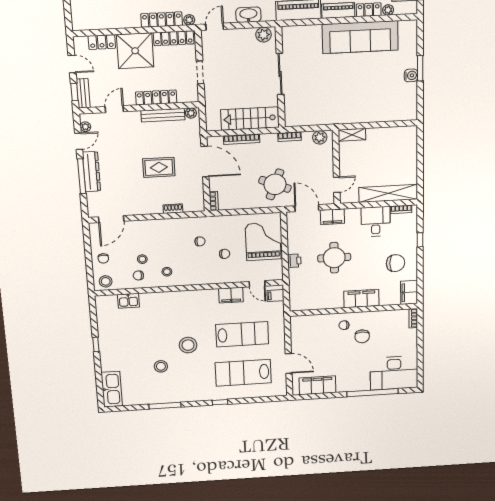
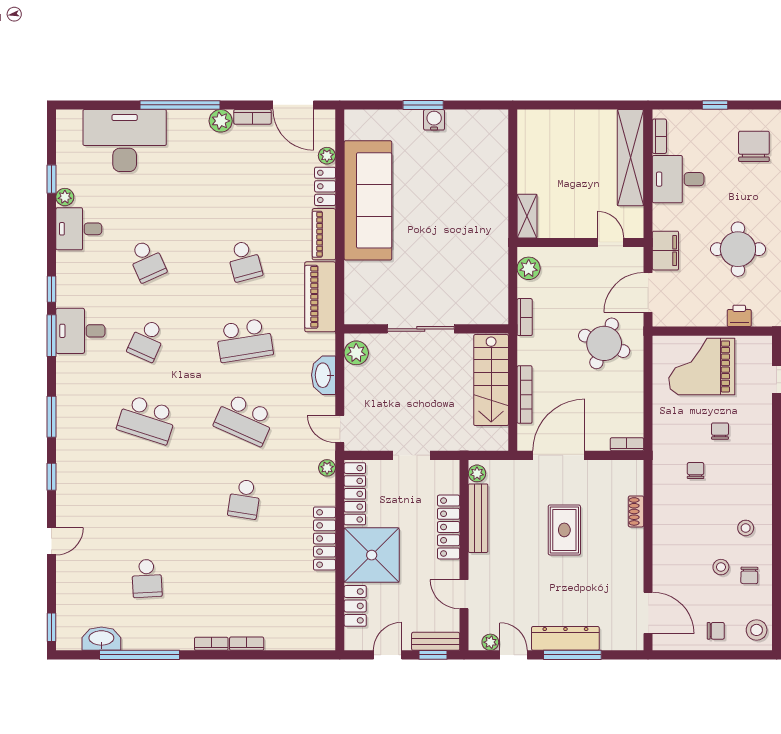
locker: (162, 20) -> (325, 539), moved

